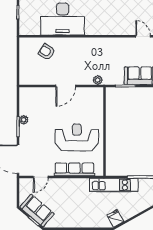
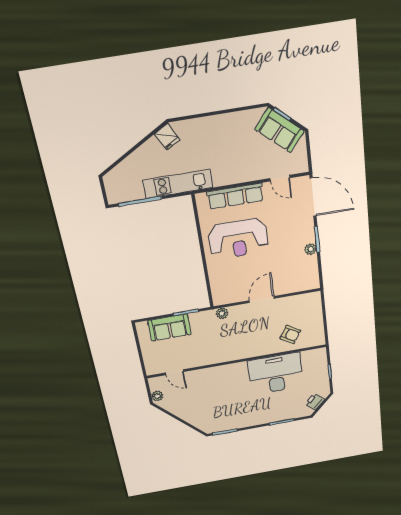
door: (41, 177) -> (280, 178), swing flipped

